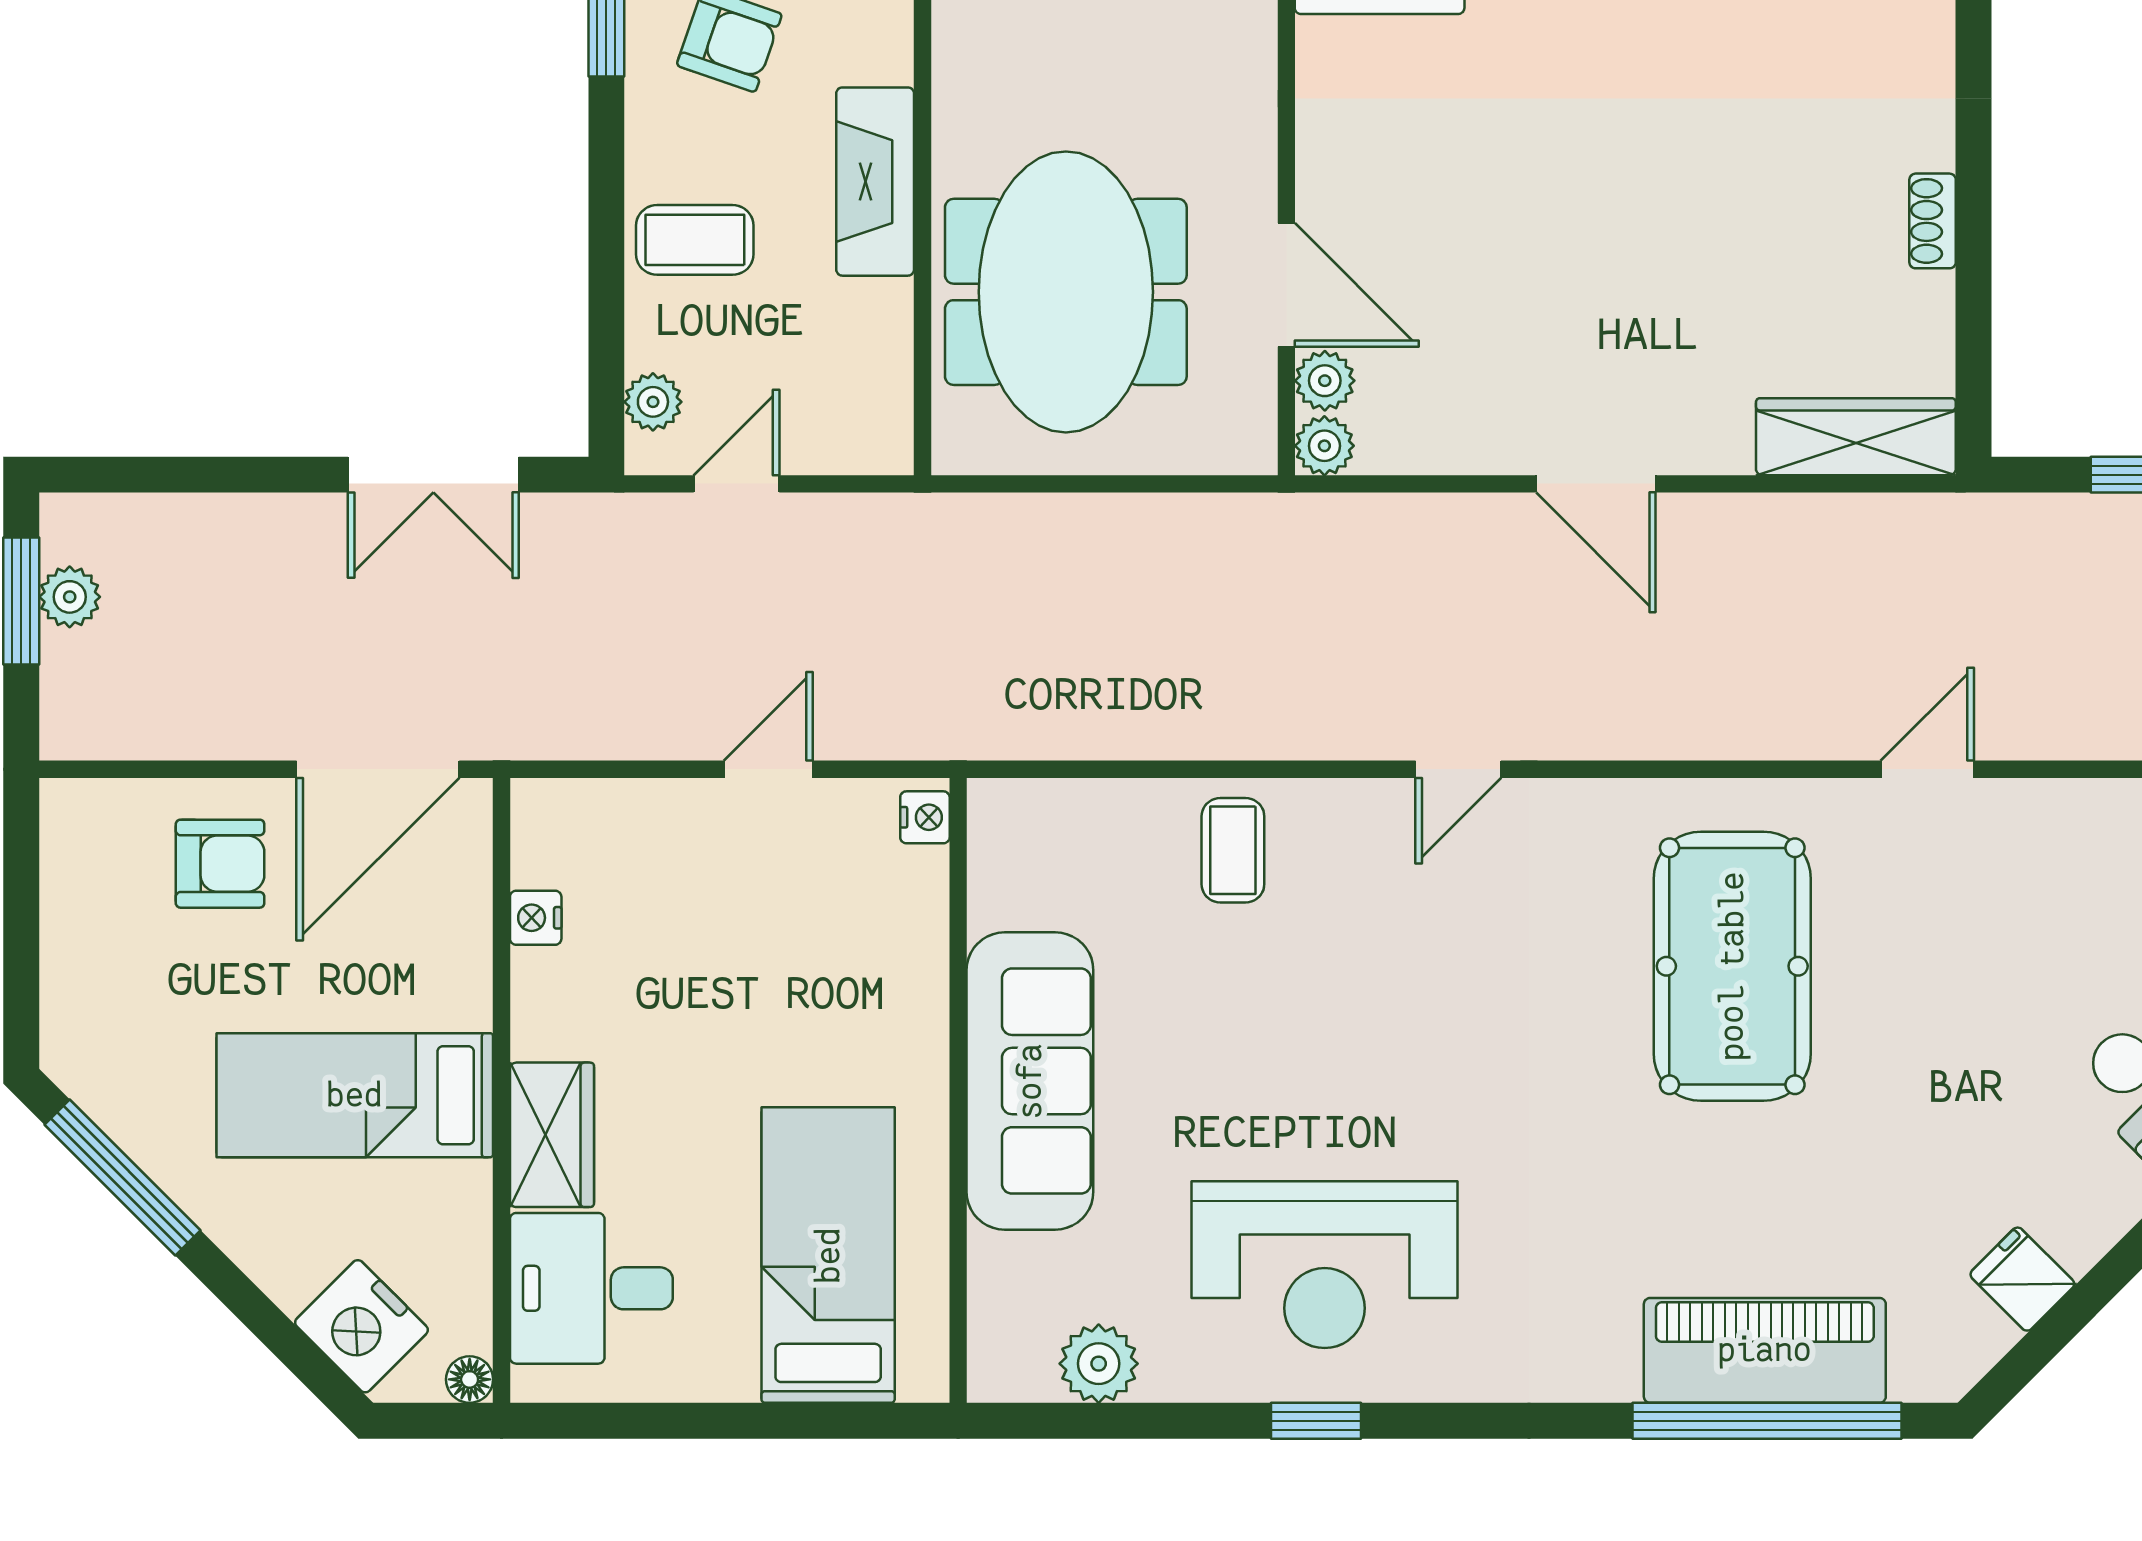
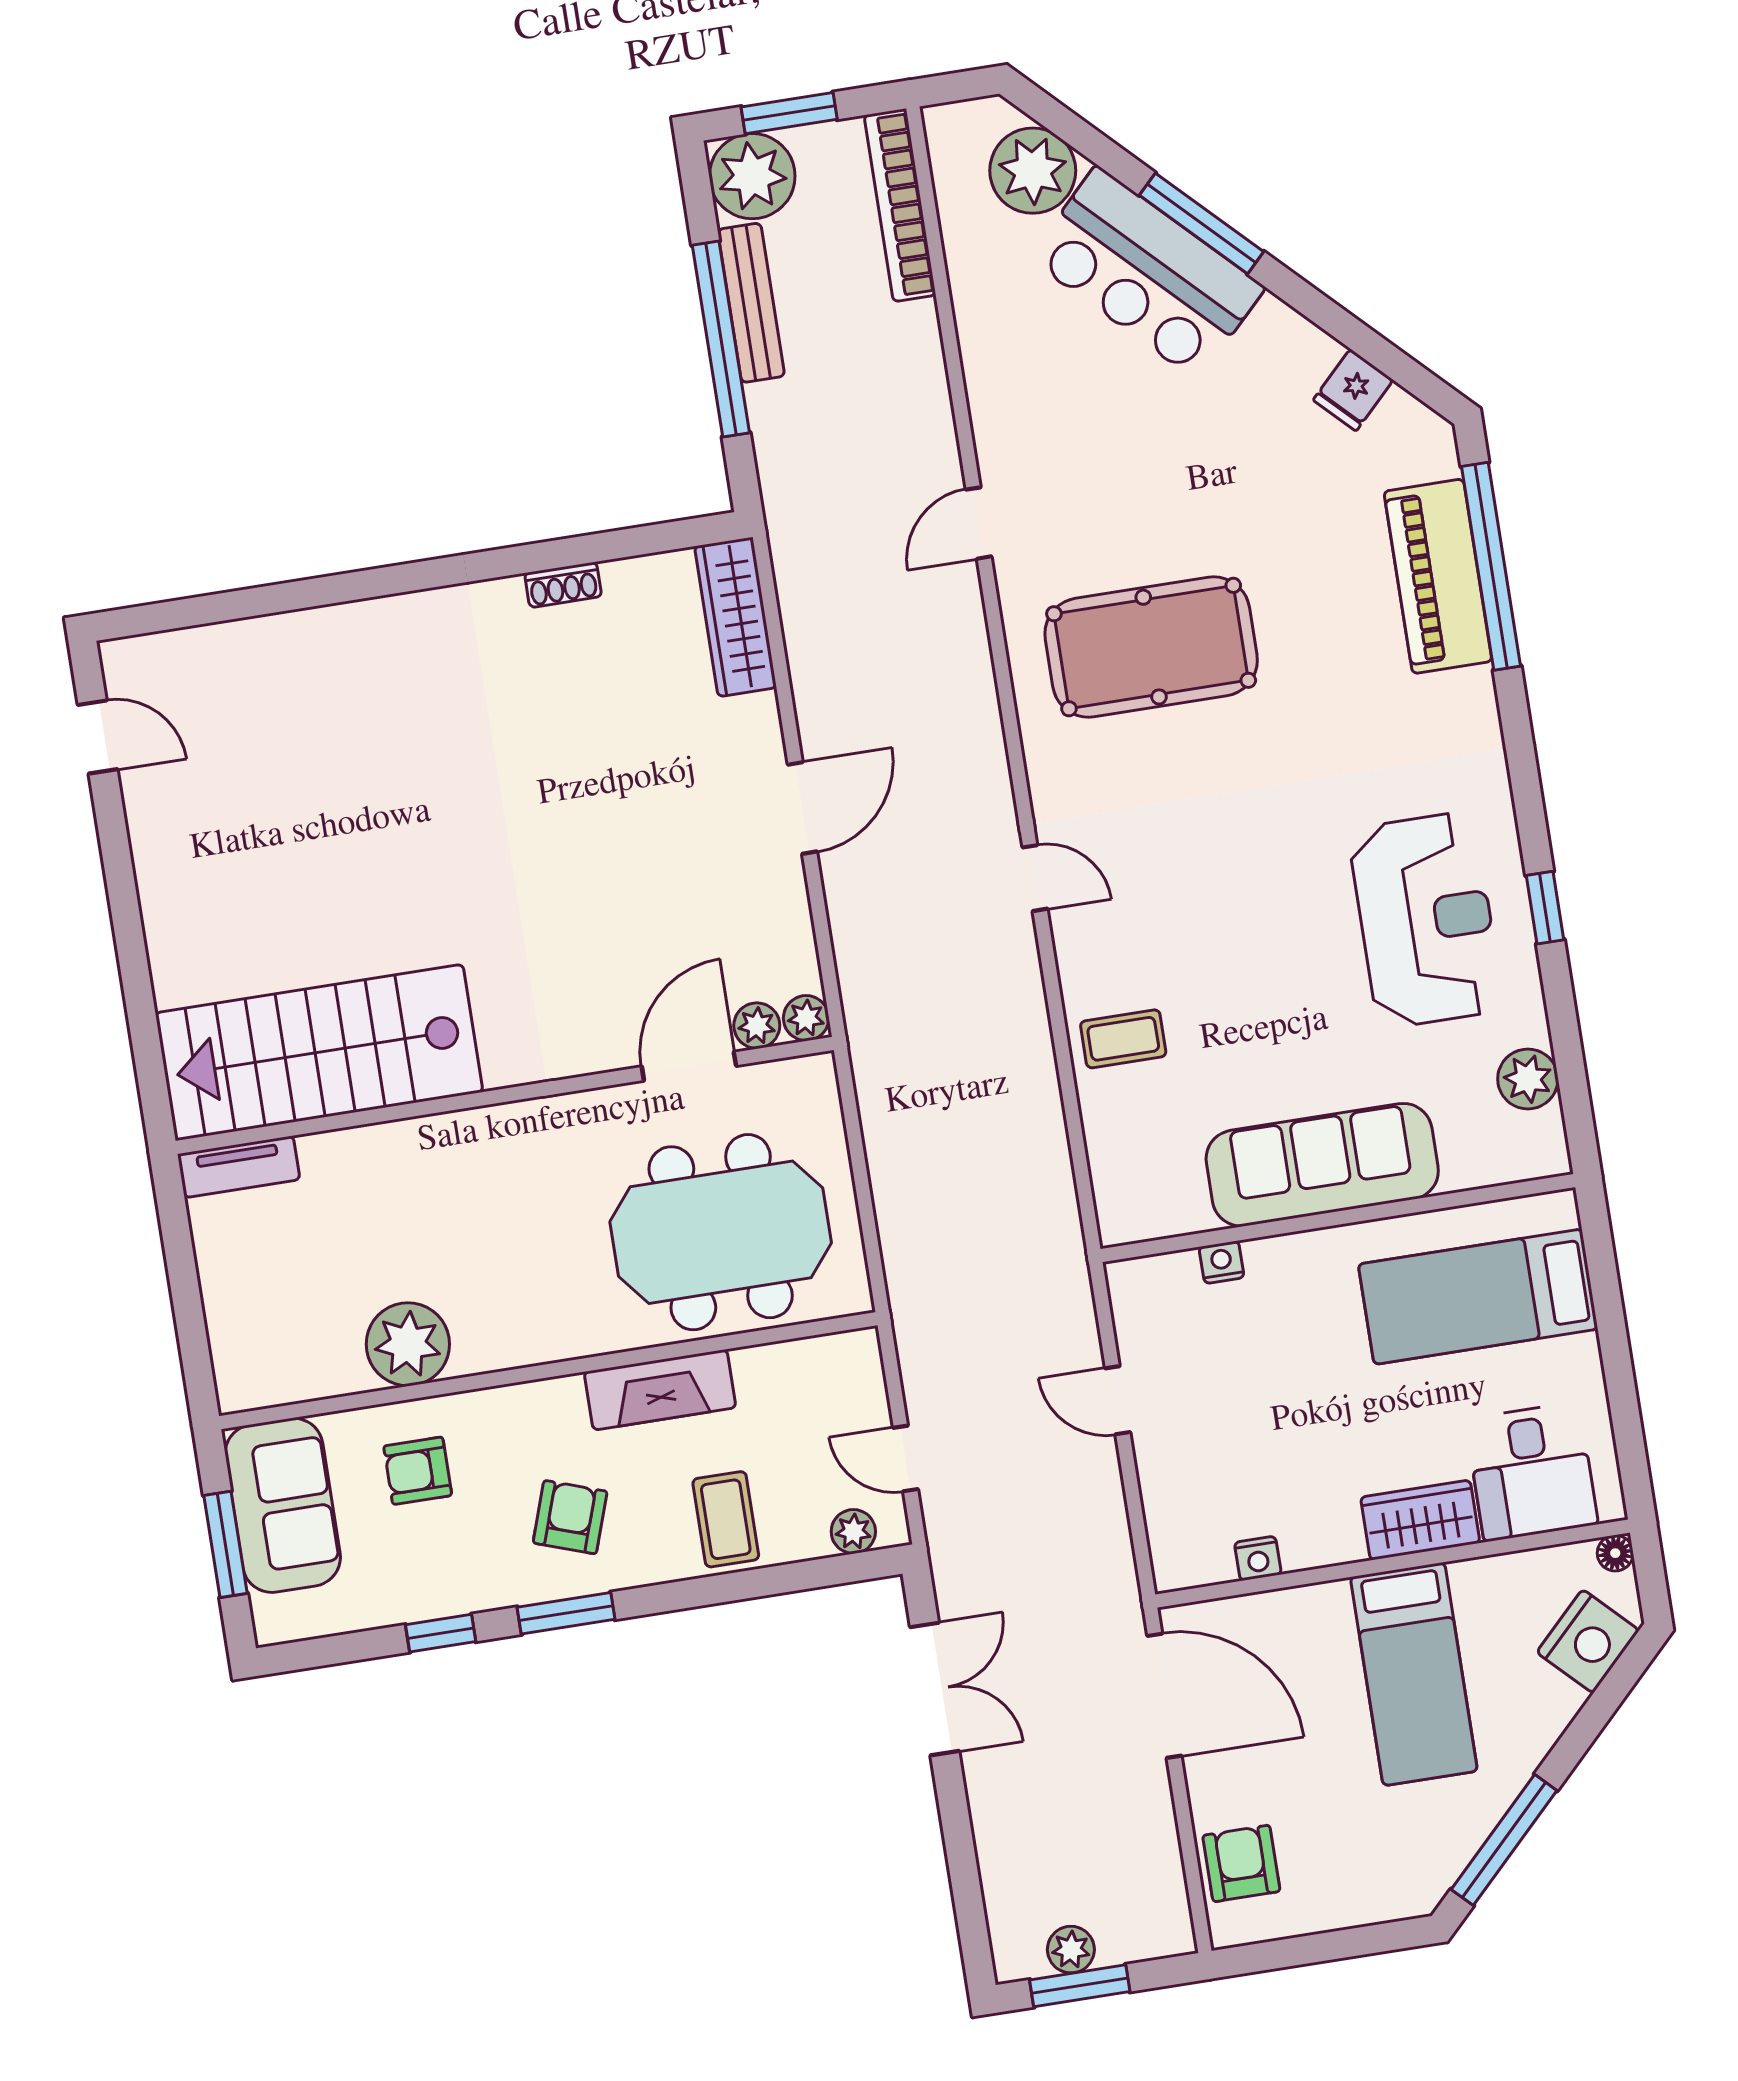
door: (1927, 769) -> (979, 523), hinge flipped
nightstand: (925, 817) -> (1222, 1262), moved
armchair: (220, 864) -> (1241, 1863), moved

